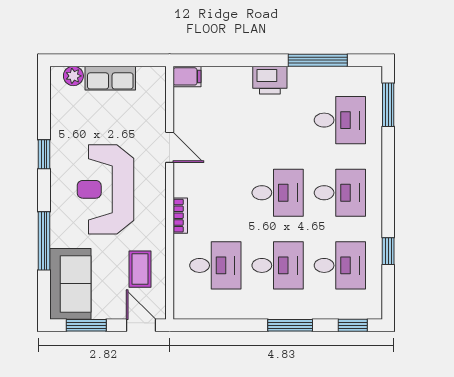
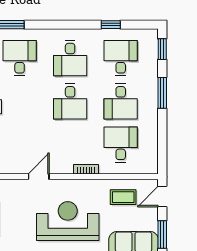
reception desk: (106, 189) -> (68, 221), turned 180
desk: (278, 193) -> (70, 101), turned 180
desk: (340, 193) -> (70, 58), turned 180
desk: (278, 265) -> (121, 101), turned 180

